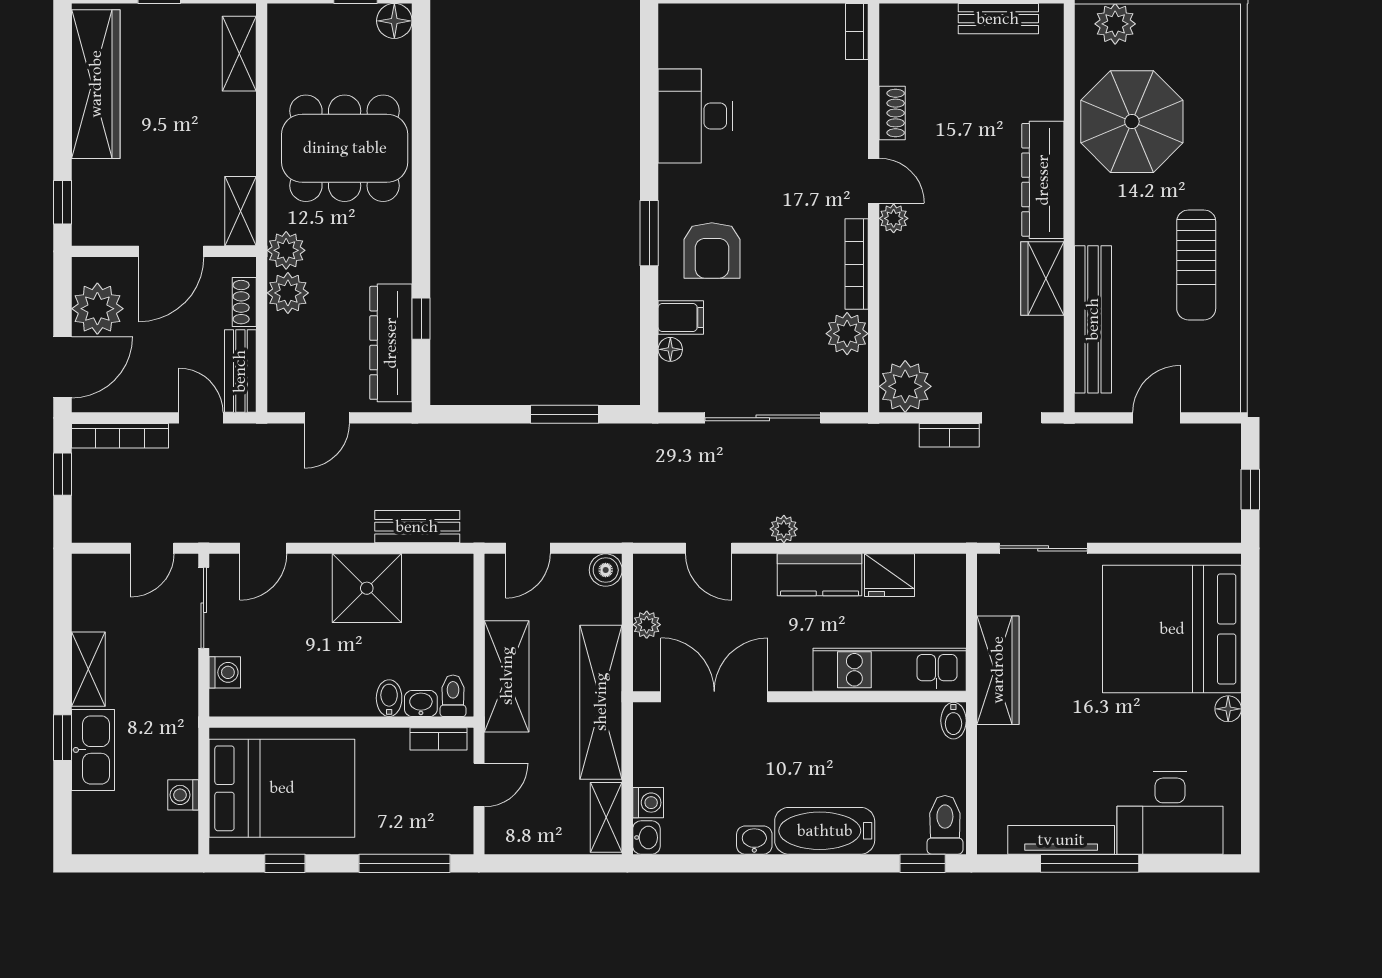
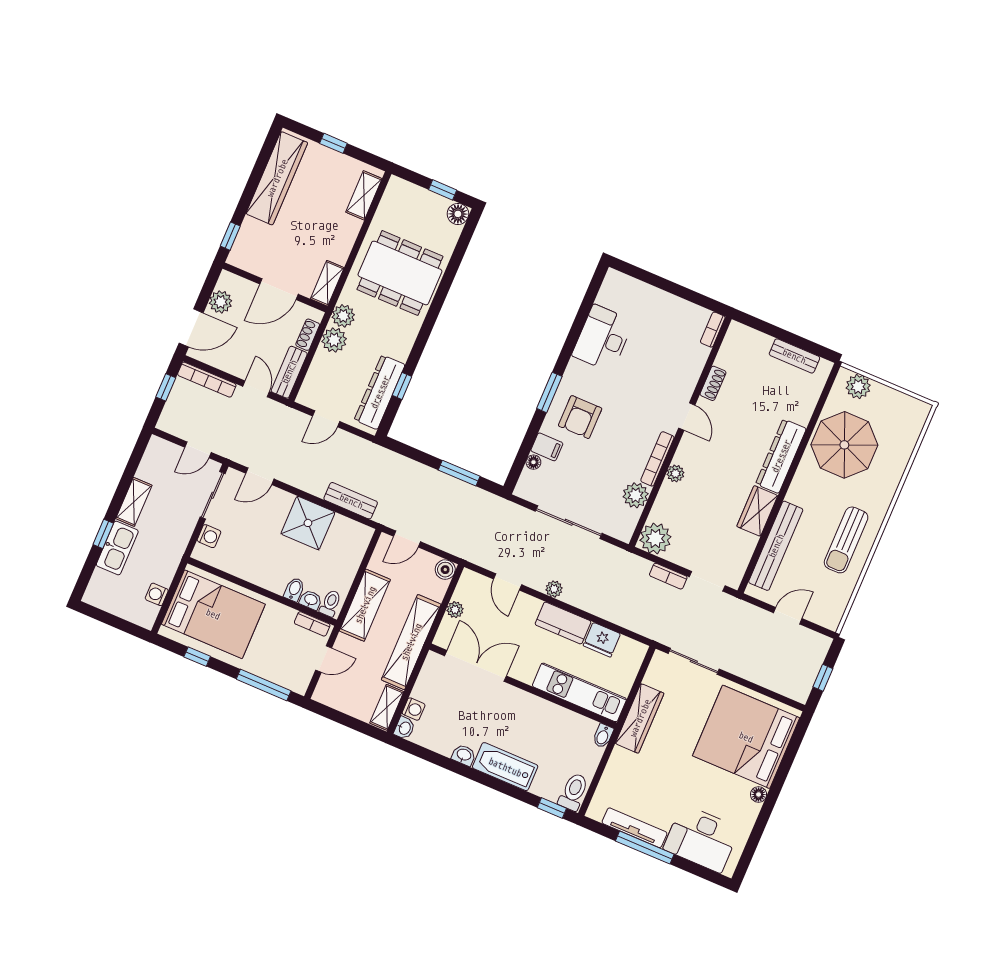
plant: (894, 218) -> (675, 473), moved
plant: (97, 309) -> (221, 302), width x0.73, depth x0.73

